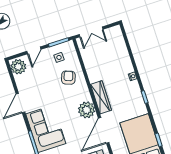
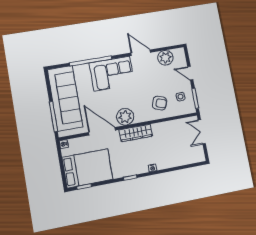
plant: (18, 67) -> (165, 58), moved

